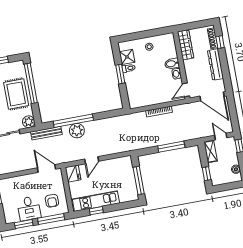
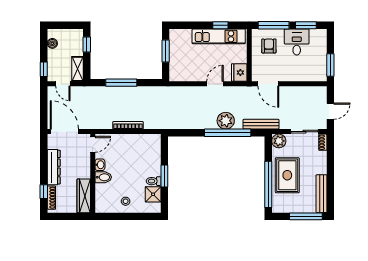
window: (139, 180) -> (166, 51), width x0.69

